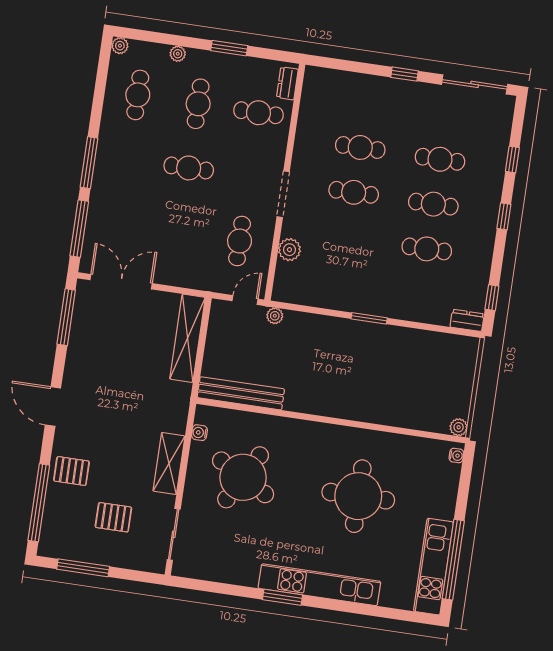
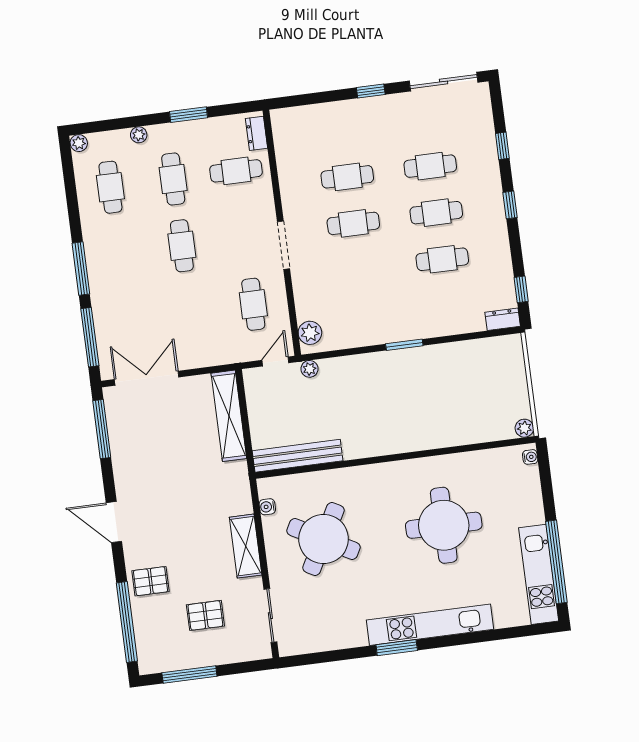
cafe table: (189, 168) -> (182, 246), turned 90
plant: (289, 250) -> (310, 333), moved

